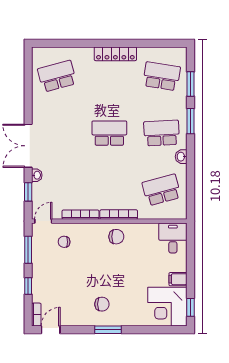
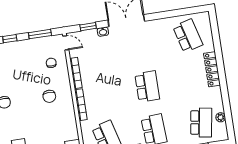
plant: (159, 52) -> (221, 117), added
locker: (115, 54) -> (212, 69), moved
chair: (116, 237) -> (49, 96), moved

